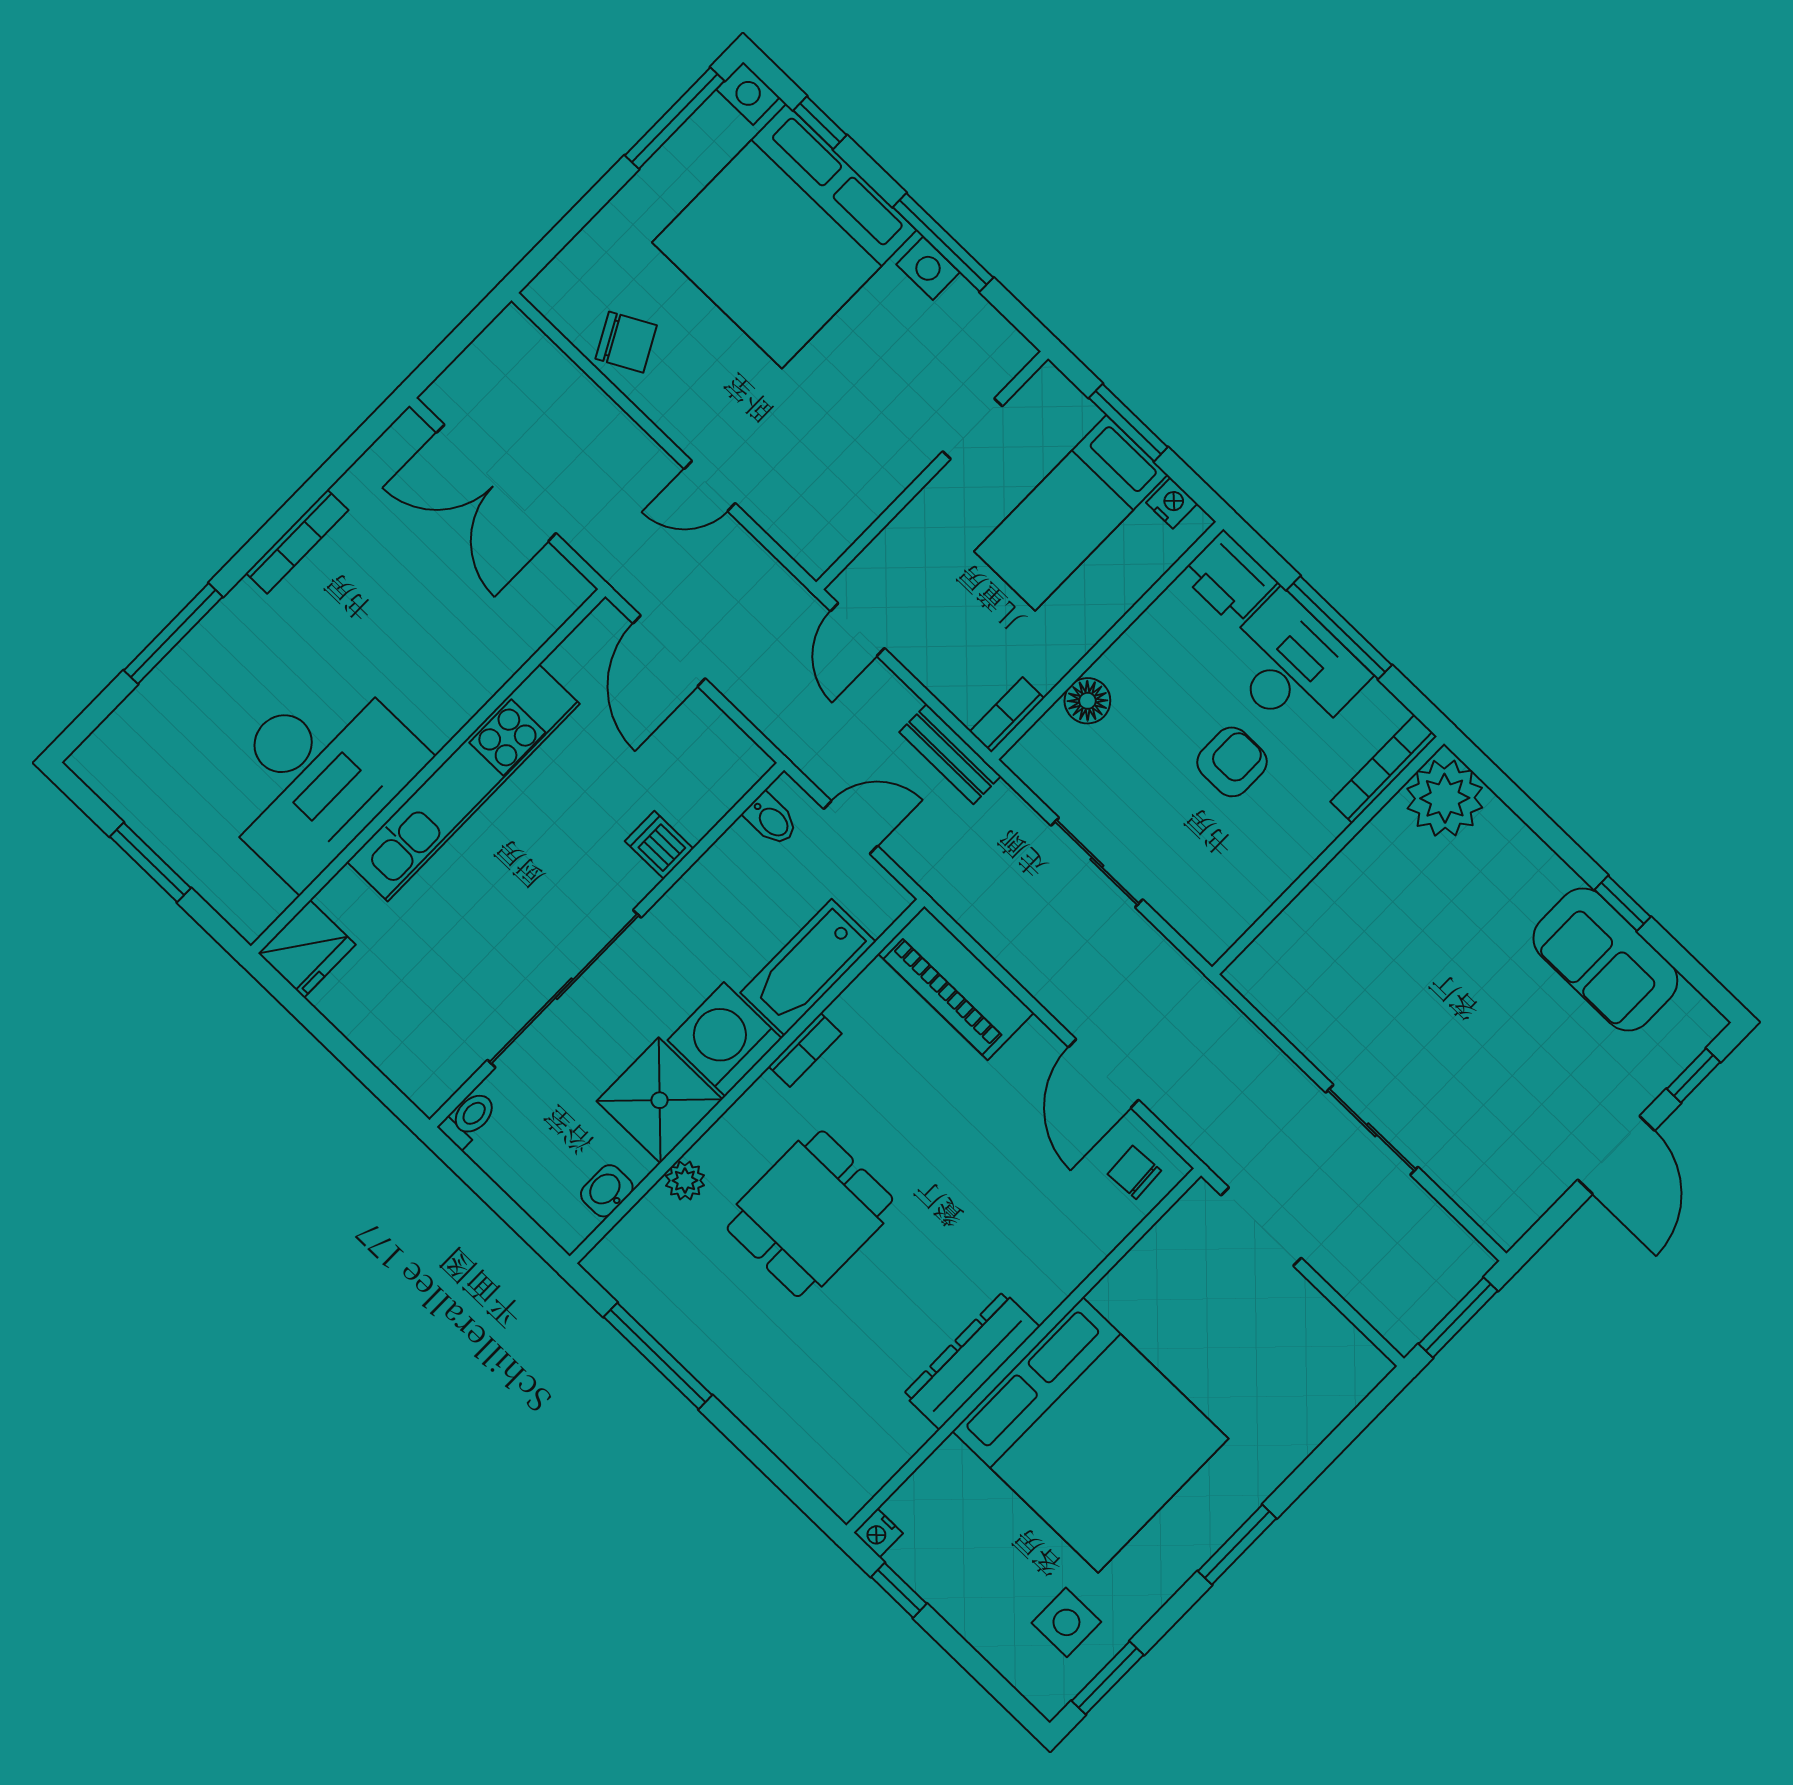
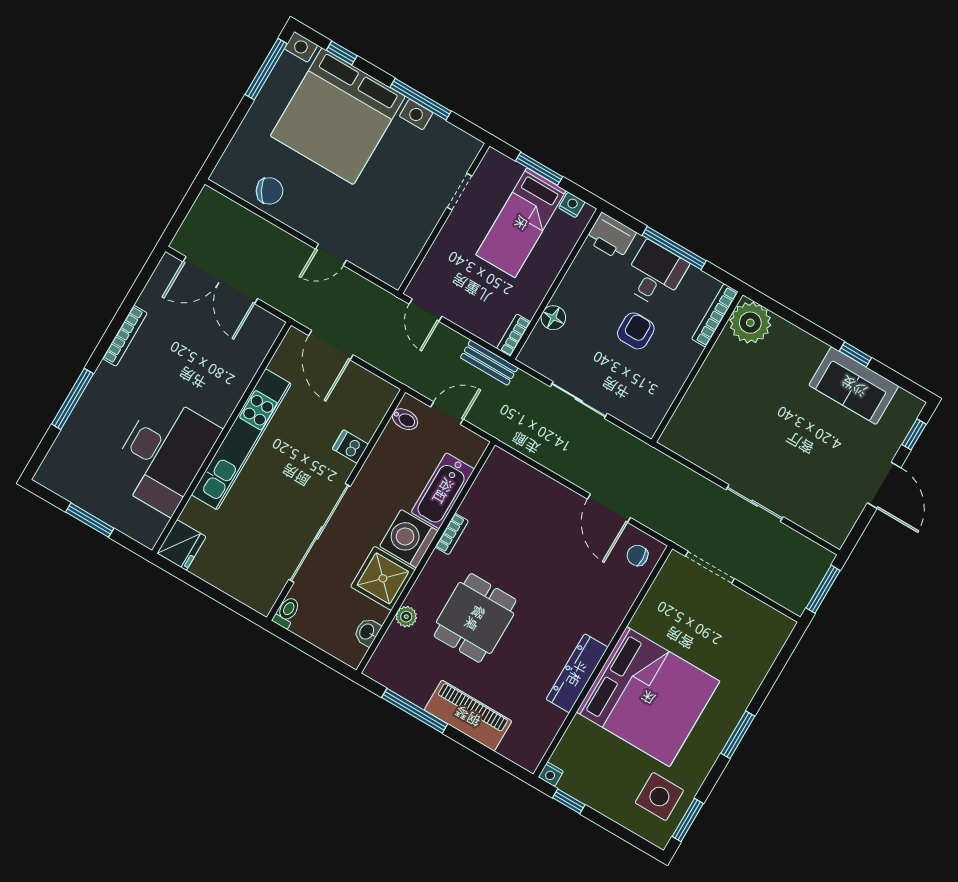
desk: (1292, 667) -> (655, 274), width x0.73
piano: (956, 983) -> (468, 716), moved, turned 180
side table: (1066, 1622) -> (659, 797), width x1.37, depth x1.37

